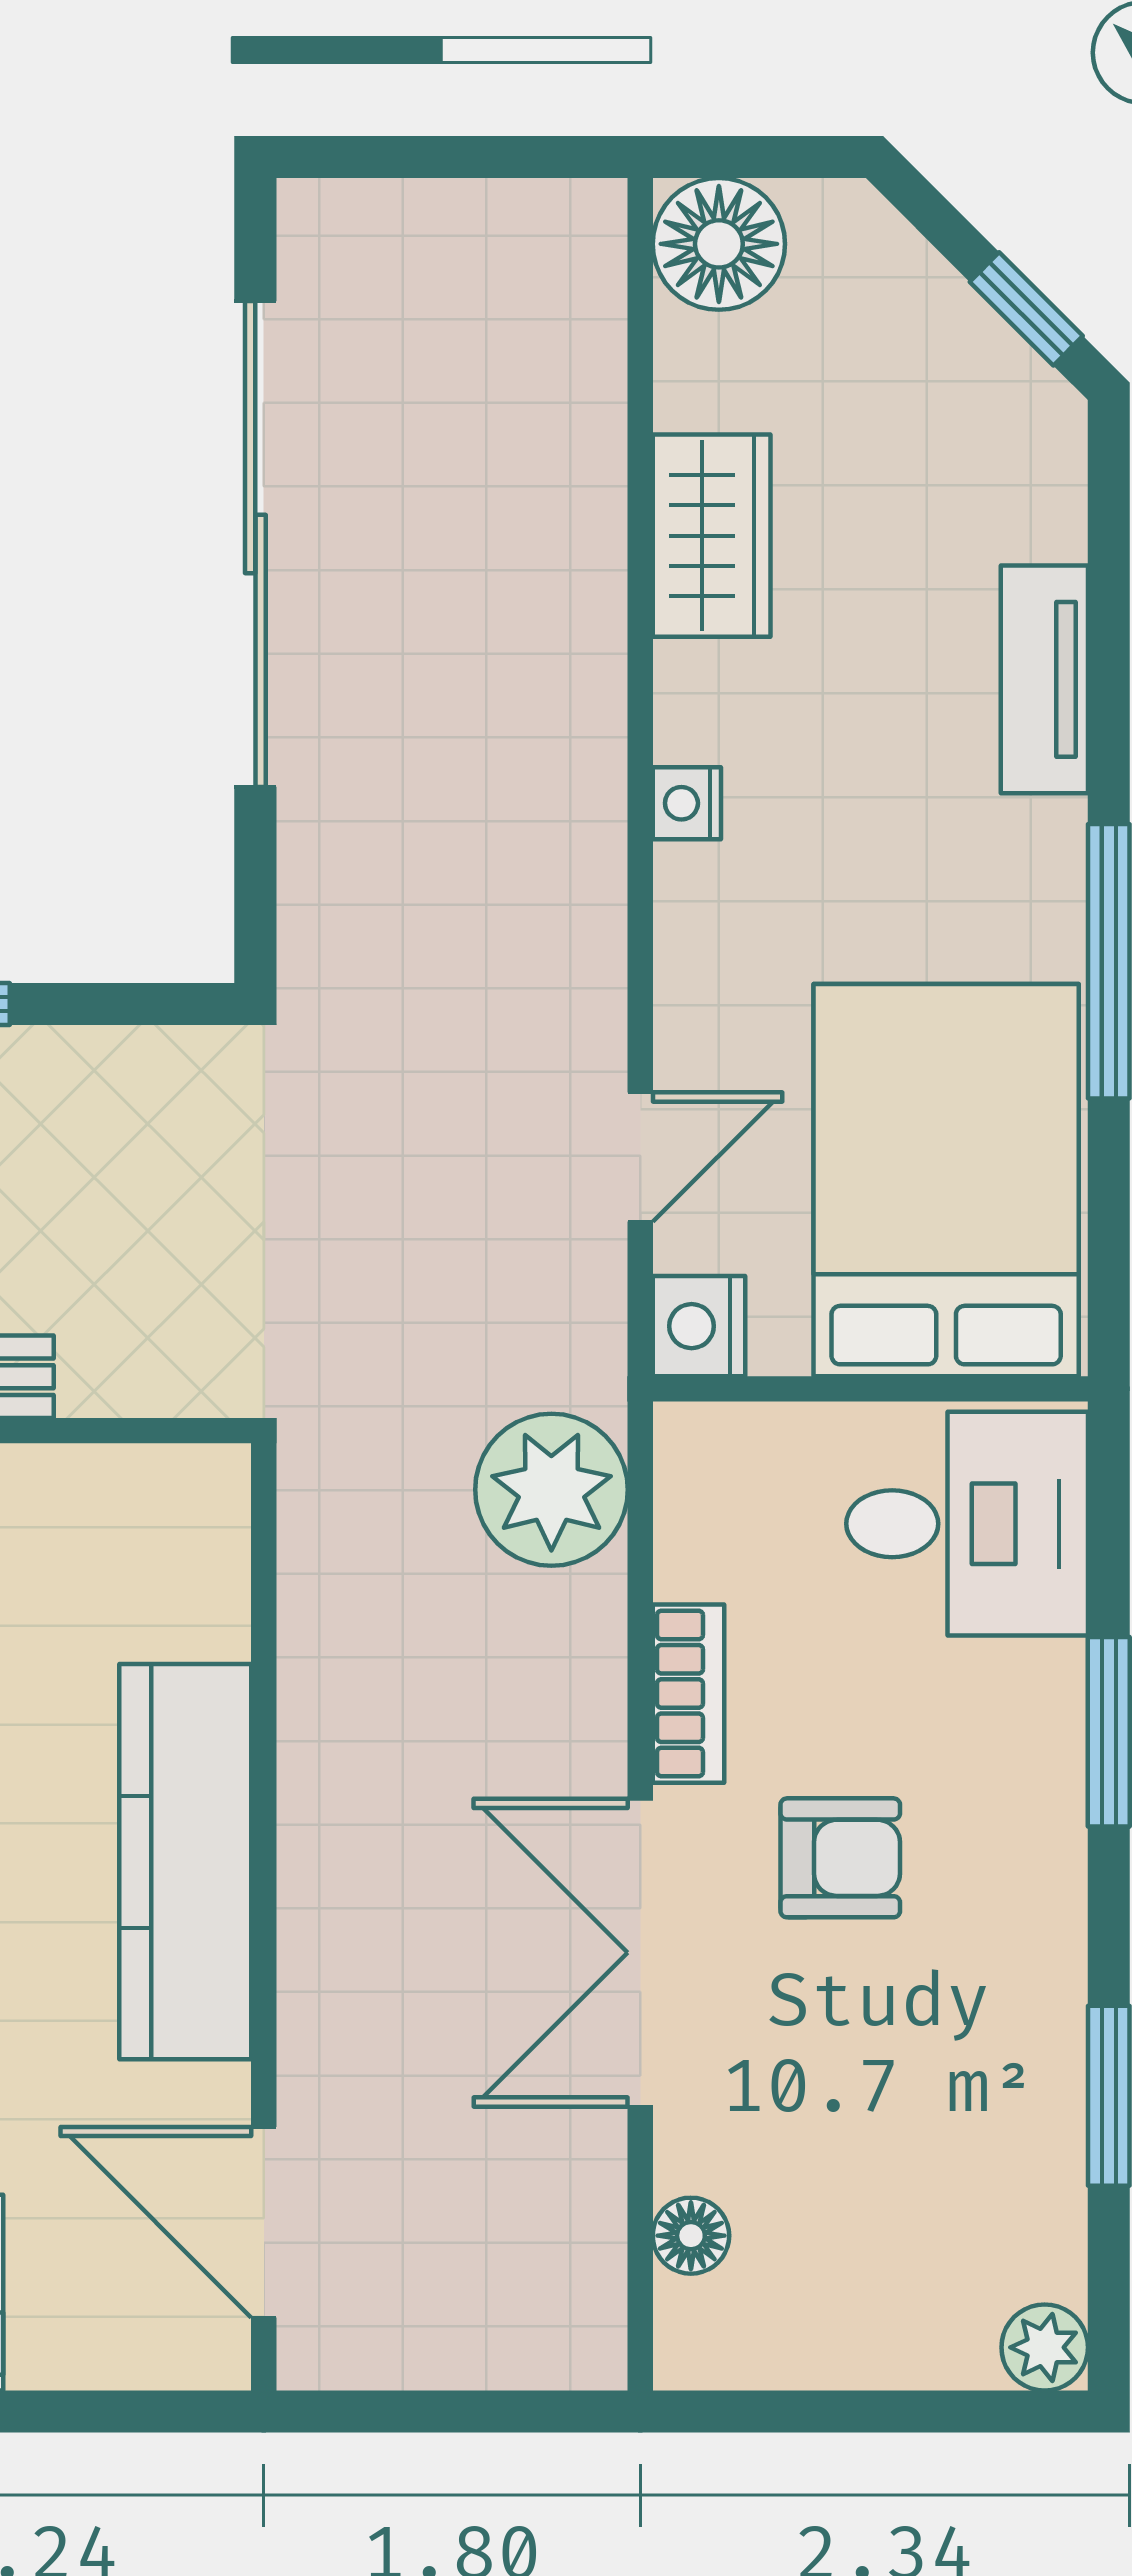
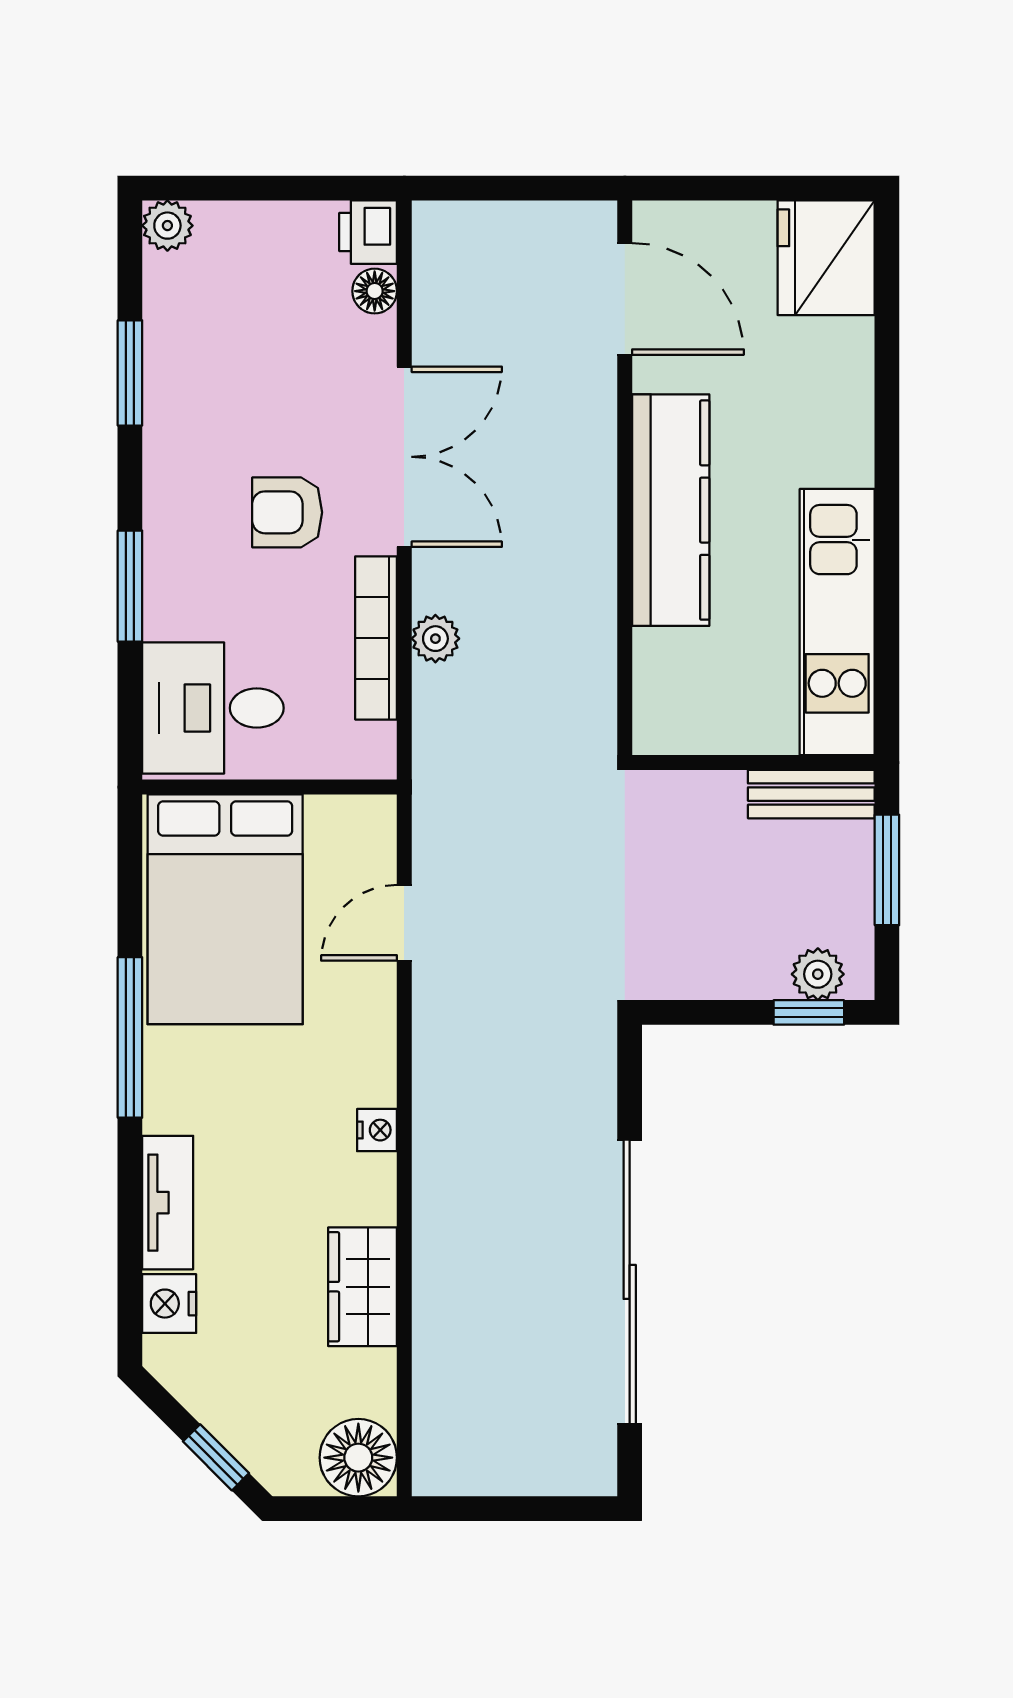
window: (1026, 309) -> (216, 1457), moved
nightstand: (699, 1326) -> (169, 1304), moved, turned 180
plant: (551, 1490) -> (435, 639), moved, width x0.53, depth x0.53
bookcase: (688, 1694) -> (376, 638), width x1.56
printer: (702, 2336) -> (368, 232), added

